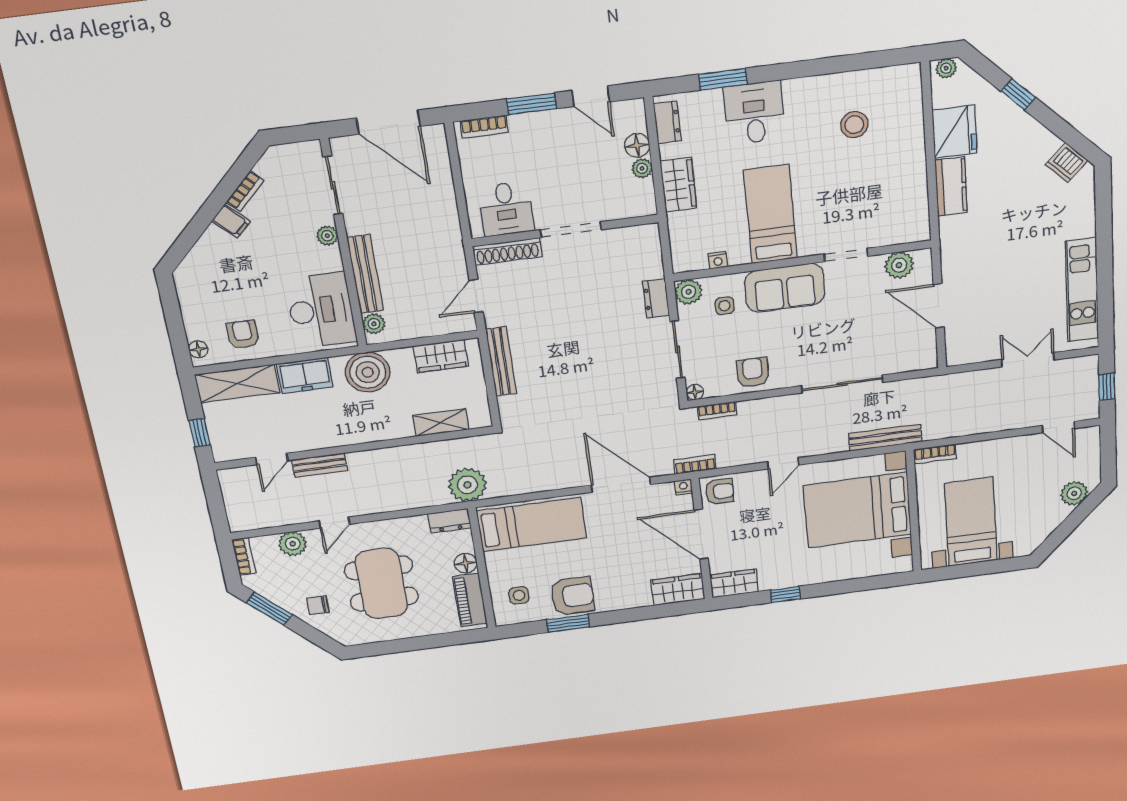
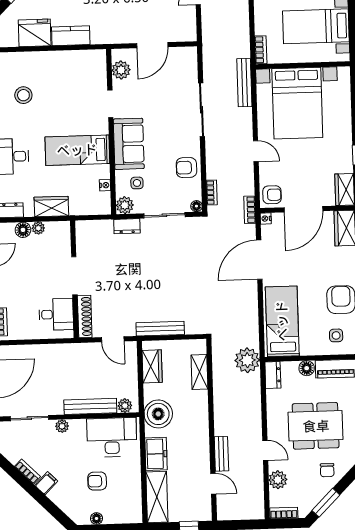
armchair: (243, 334) -> (97, 481), moved
floor lamp: (198, 349) -> (97, 518), moved
armchair: (720, 491) -> (272, 195), turned 90

